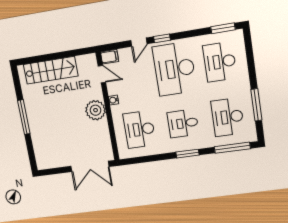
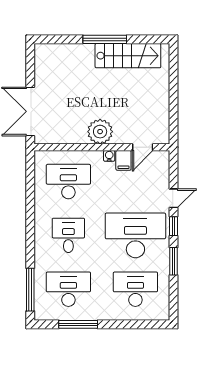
window: (223, 28) -> (174, 261), moved
door: (139, 42) -> (174, 198), swing flipped
filing cabinet: (110, 57) -> (123, 160), moved
stairs: (51, 70) -> (128, 56), moved, turned -90
window: (188, 154) -> (30, 235), removed

